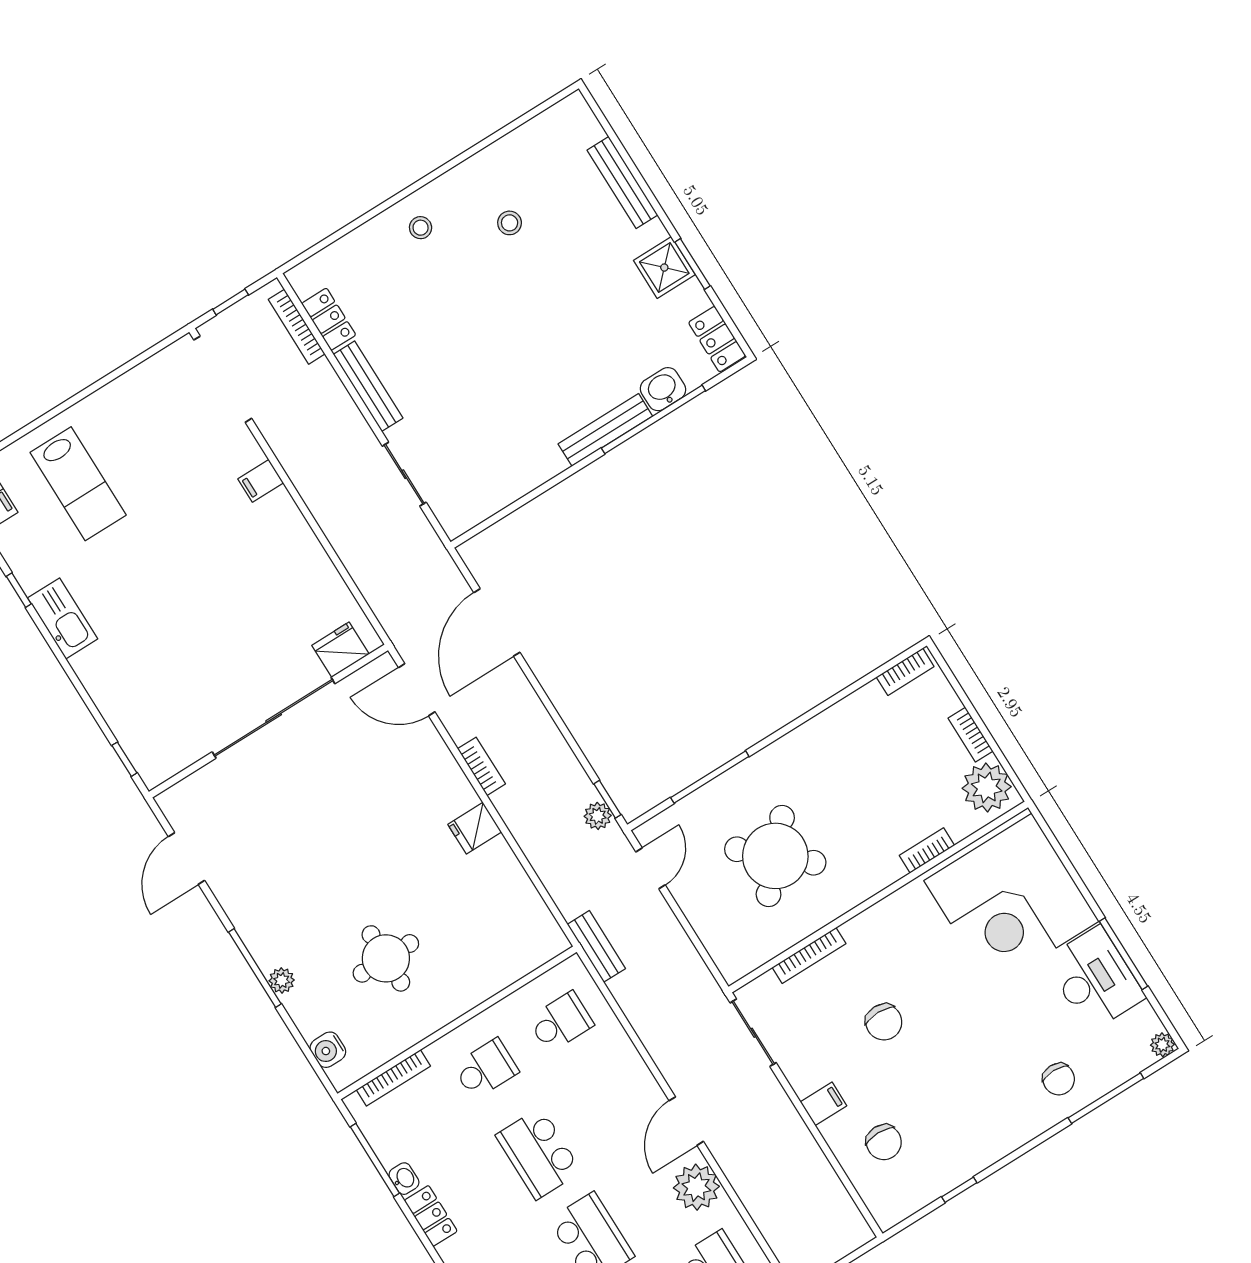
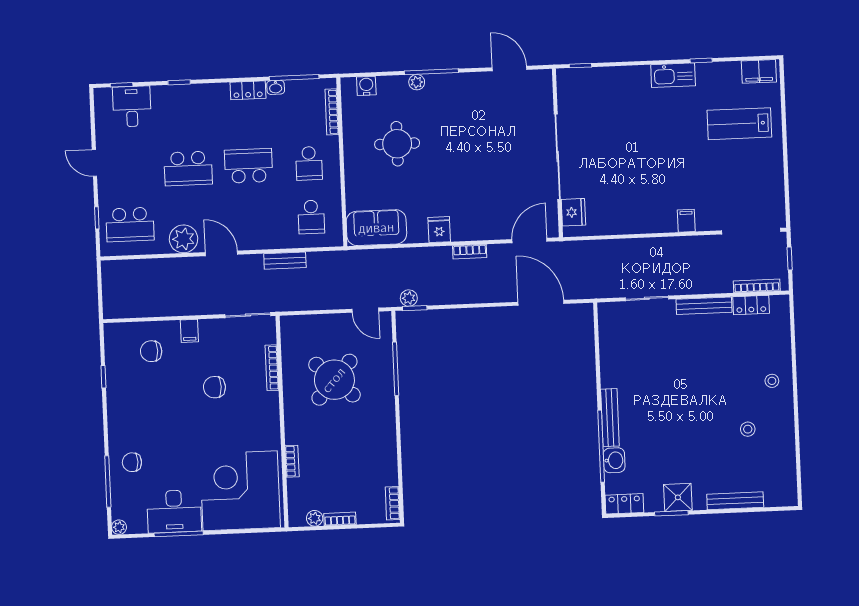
plant: (987, 787) -> (315, 518), width x0.53, depth x0.53
sofa: (523, 920) -> (376, 228), added
bench: (596, 946) -> (285, 261), moved

